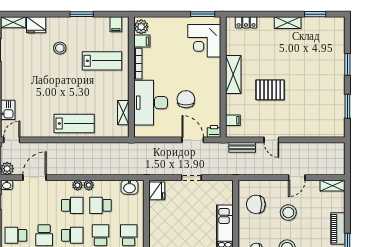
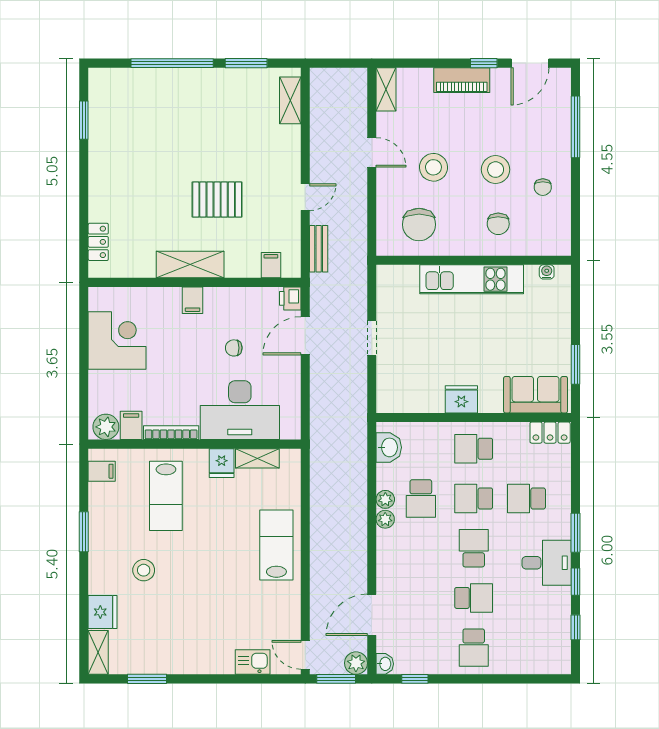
window: (203, 14) -> (84, 318), removed
shelving: (288, 23) -> (290, 100), moved
corner desk: (204, 41) -> (117, 341), moved, turned -90
lab bench: (102, 61) -> (166, 496), turned 180
window: (347, 64) -> (172, 63), width x2.11
filing cabinet: (213, 76) -> (193, 300), added
pallet: (270, 90) -> (217, 200), turned 90
fridge: (121, 92) -> (222, 463), added
chair: (186, 99) -> (234, 348), width x0.54, depth x0.54
door: (34, 178) -> (372, 615), hinge flipped
plant: (77, 185) -> (385, 499), moved
fridge: (157, 191) -> (461, 399), moved
school desk: (72, 205) -> (421, 548), removed

